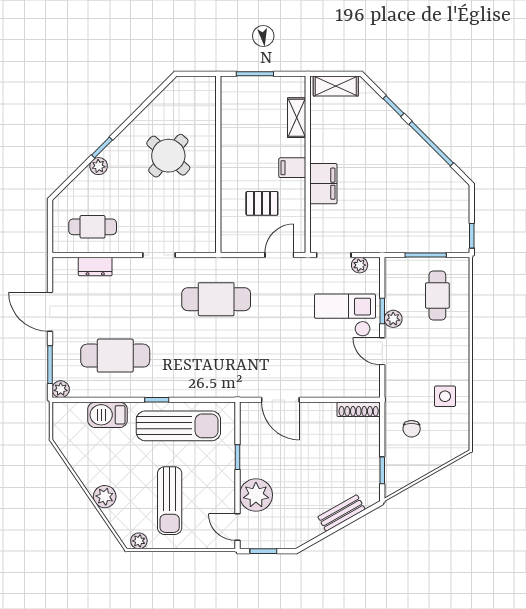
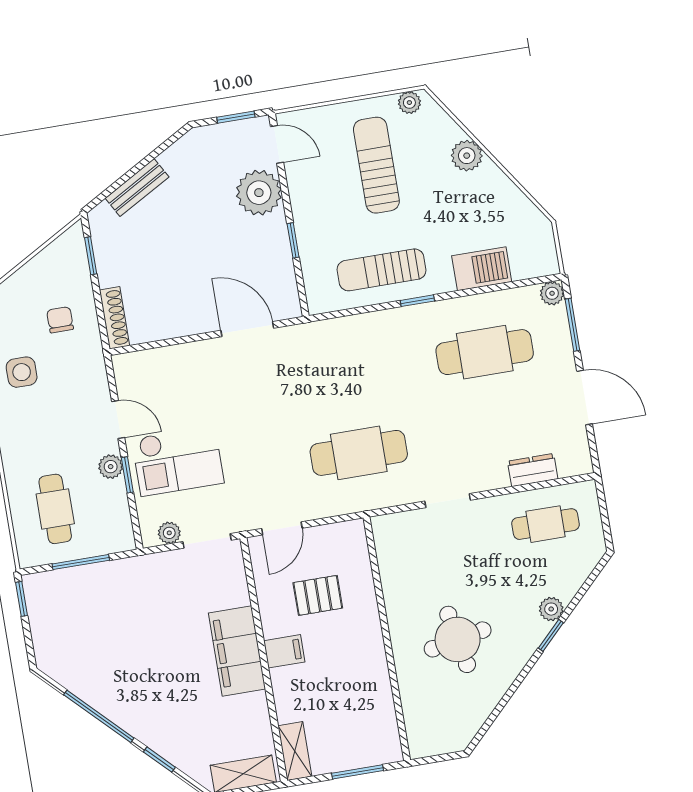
shelving: (297, 118) -> (295, 751), moved
round table: (168, 156) -> (458, 639), turned 38
filing cabinet: (323, 184) -> (237, 651), width x1.50, depth x1.17
shoe rack: (359, 409) -> (114, 318), moved, turned 90
sun lounger: (178, 426) -> (382, 270), width x0.73, depth x0.75

